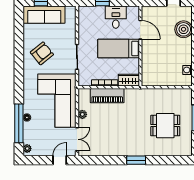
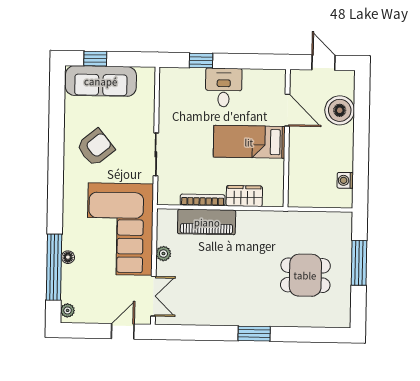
door: (140, 30) -> (287, 110), moved
wall: (140, 46) -> (287, 138), moved
bed: (119, 48) -> (249, 142), moved

